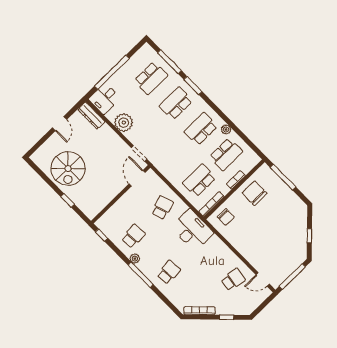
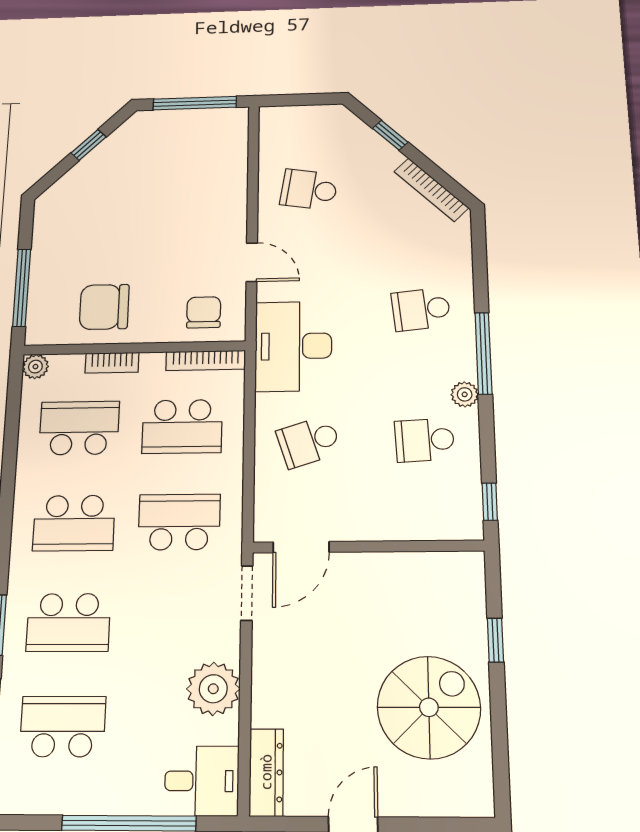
plant: (226, 130) -> (35, 367), moved
school desk: (174, 155) -> (179, 522), added
chair: (254, 193) -> (104, 307), turned 90
door: (263, 279) -> (252, 262), moved

